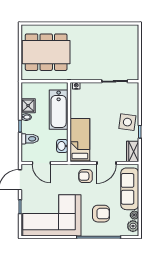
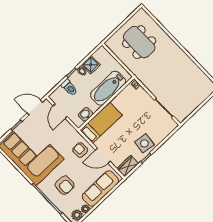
dining table: (46, 52) -> (139, 42), width x0.73, depth x0.80

